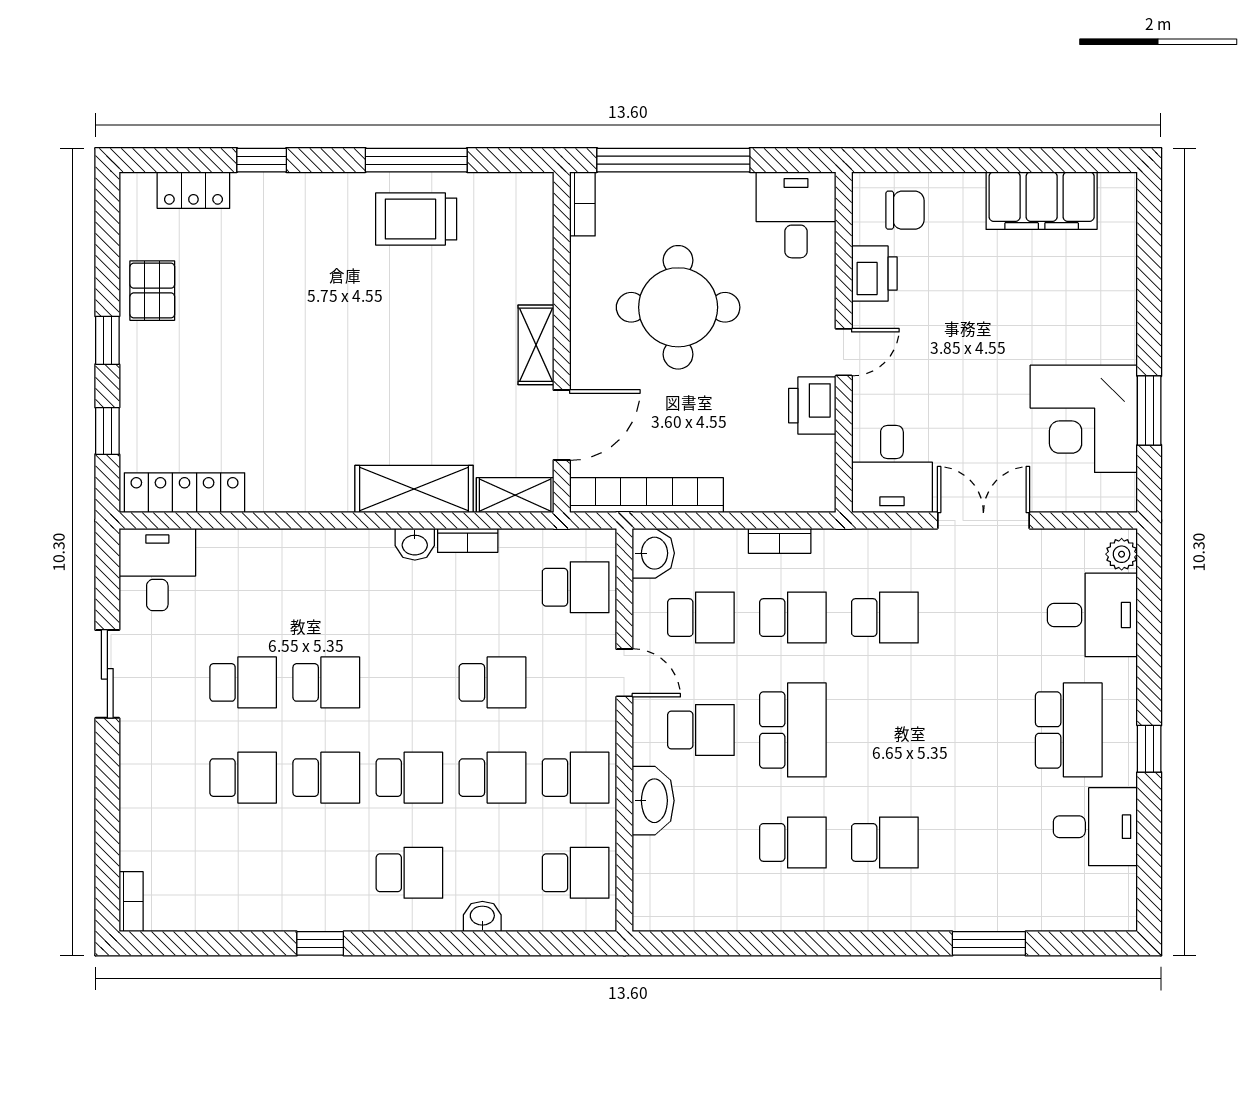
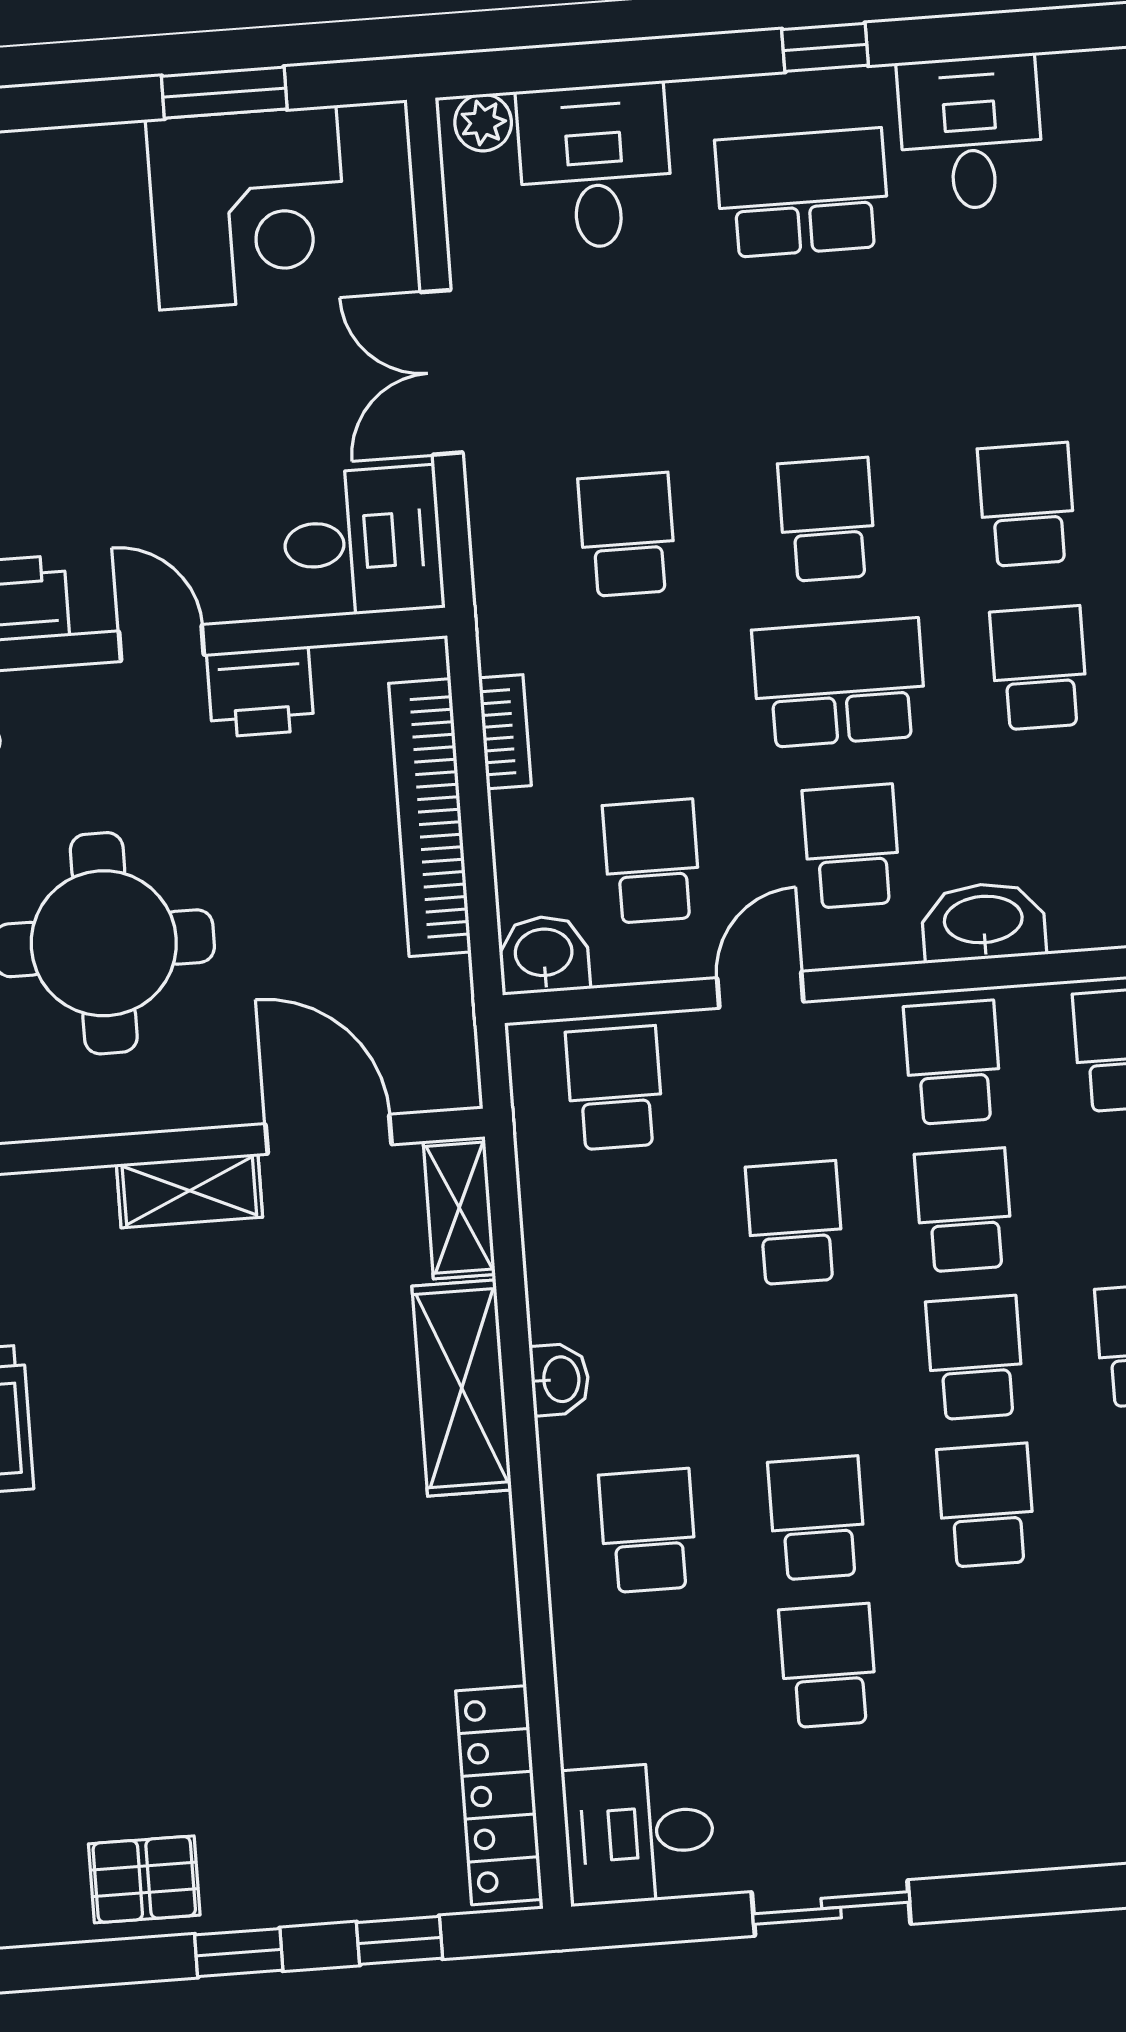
bookcase: (646, 495) -> (430, 818), moved
bookcase: (468, 540) -> (546, 1286), removed
school desk: (793, 618) -> (827, 520), moved
school desk: (243, 778) -> (648, 1531), moved

